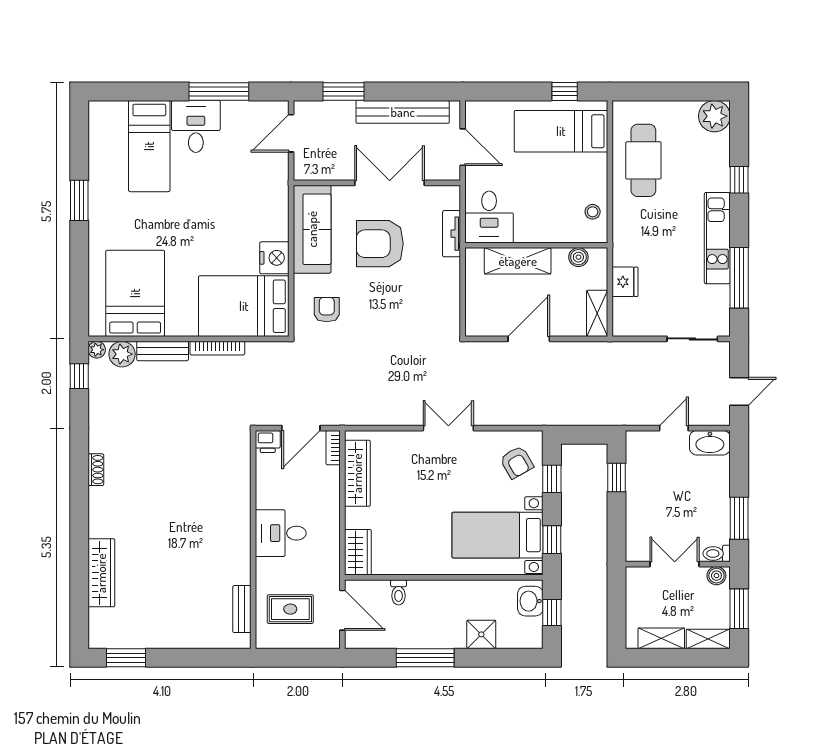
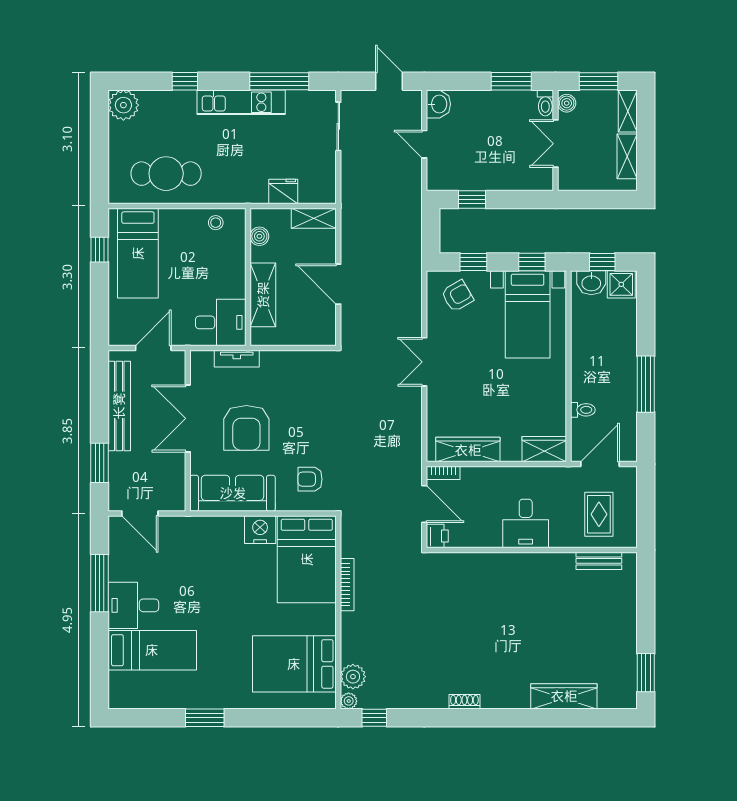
bench: (163, 351) -> (350, 637), removed
washbasin: (710, 443) -> (438, 104), width x0.72
shower: (481, 634) -> (621, 284), moved

